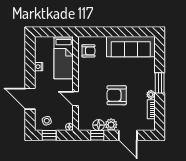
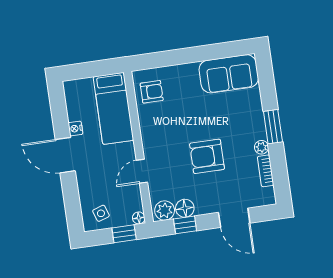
sofa: (131, 47) -> (229, 74), width x0.73
door: (30, 99) -> (65, 155), moved
door: (75, 99) -> (142, 171), hinge flipped
plant: (111, 125) -> (165, 211), moved
window: (49, 135) -> (124, 234), moved

